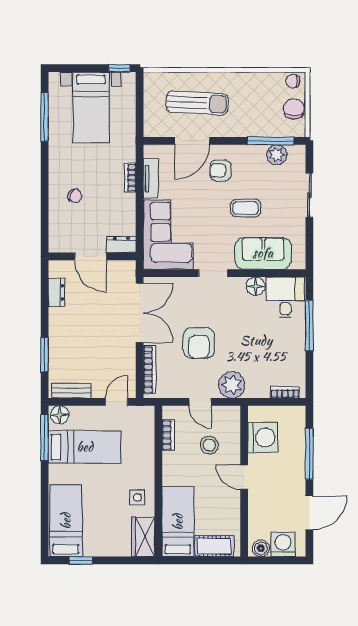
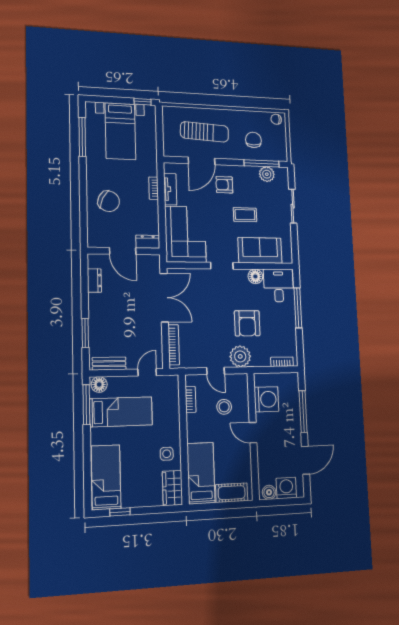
chair: (294, 109) -> (253, 140), moved
chair: (75, 196) -> (109, 201), width x1.87, depth x1.87
armchair: (199, 343) -> (247, 323), moved

